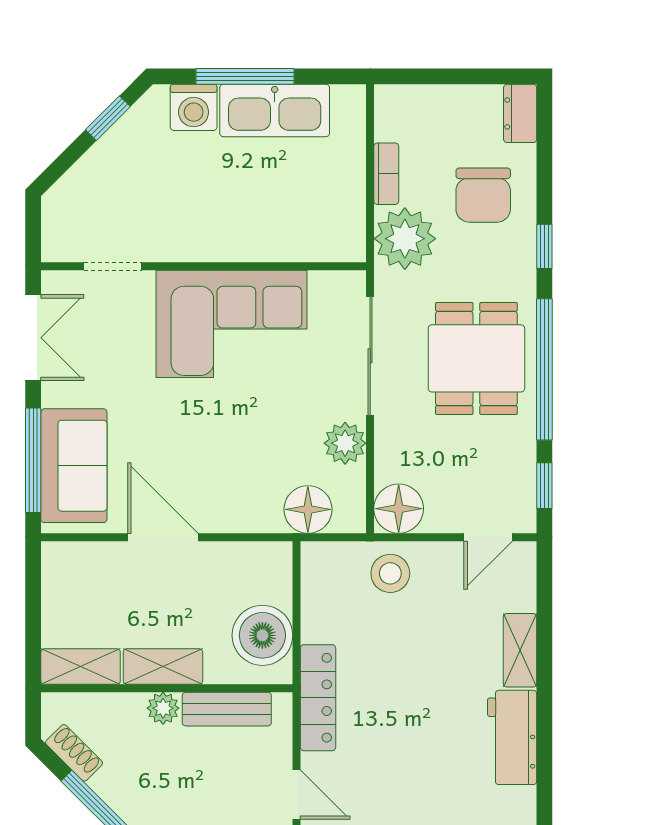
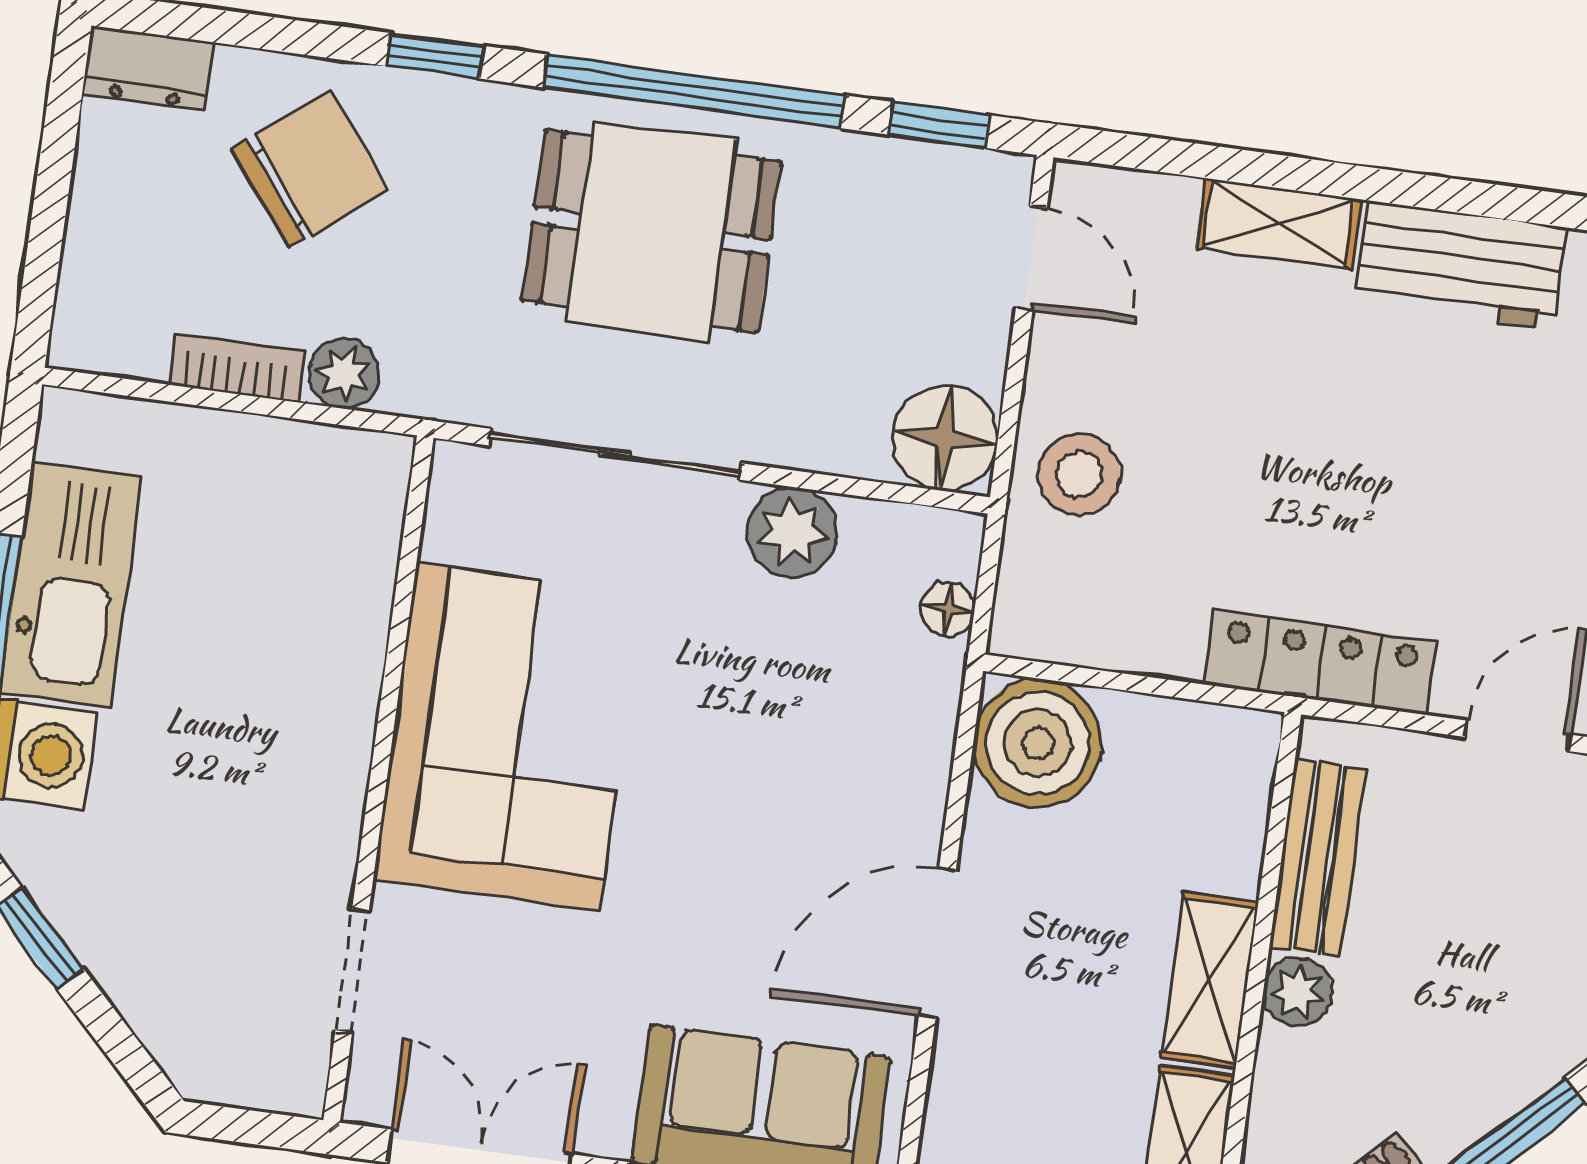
chair: (483, 195) -> (309, 170), turned -38
plant: (405, 239) -> (344, 373), width x0.53, depth x0.53
floor lamp: (308, 509) -> (948, 609), width x0.53, depth x0.53
boiler: (262, 635) -> (1038, 743), moved

